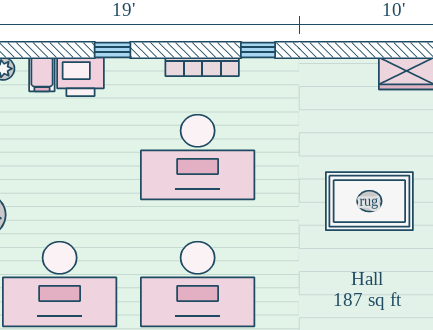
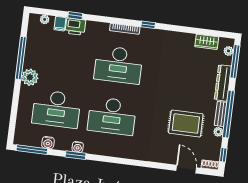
window: (113, 50) -> (75, 16), moved
rug: (369, 201) -> (186, 124), moved

